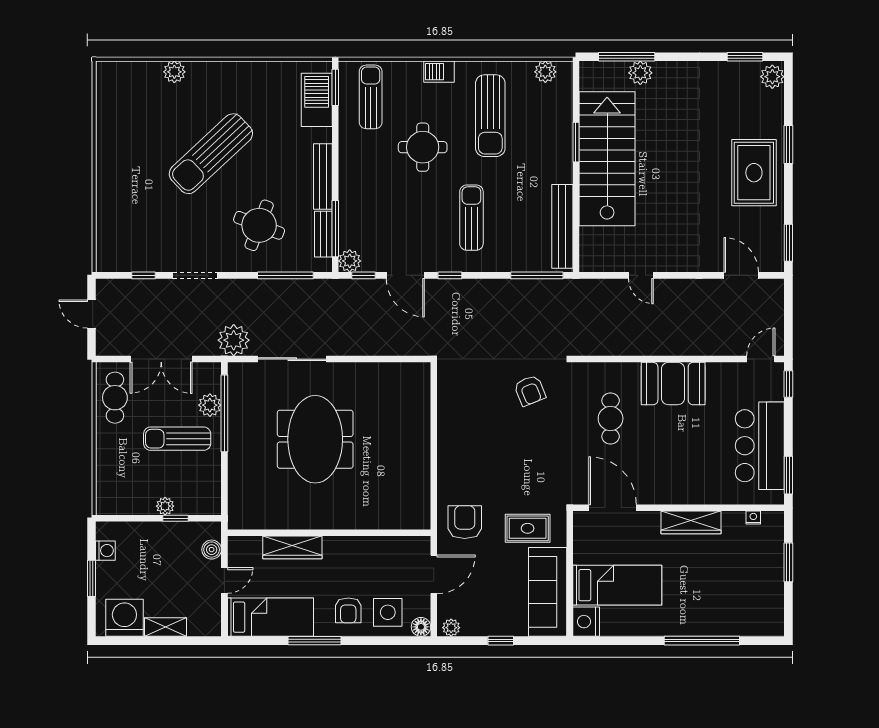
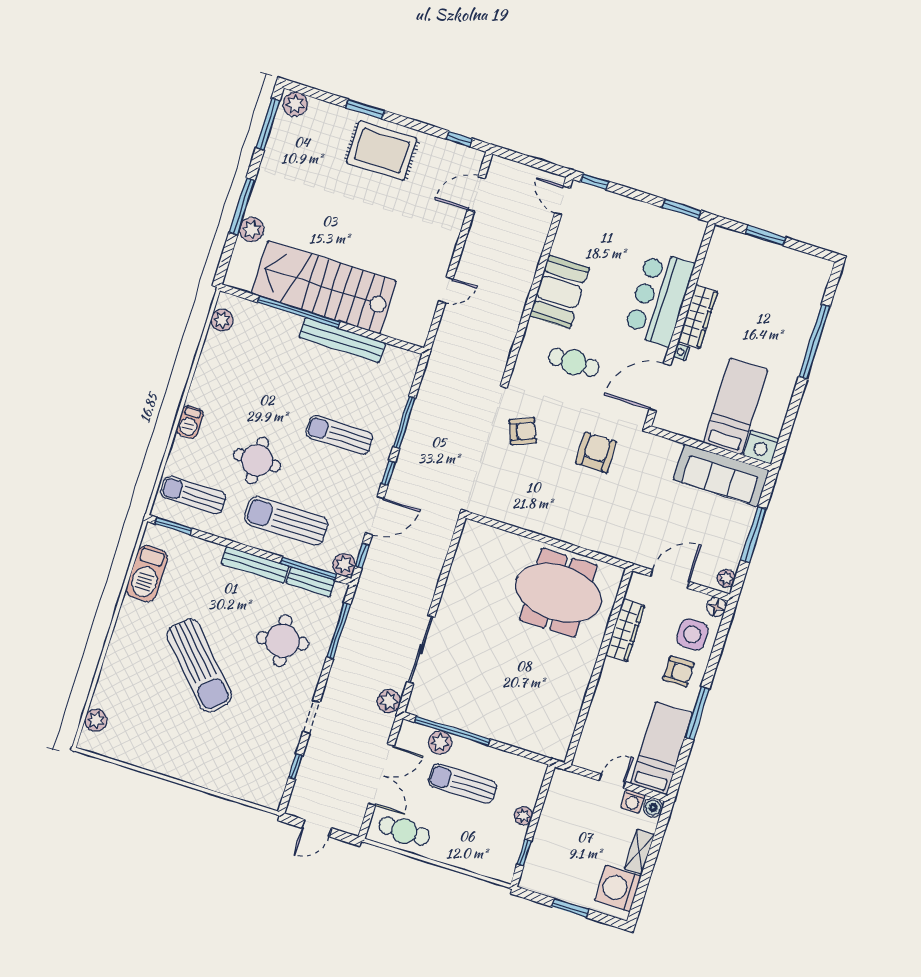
window: (627, 57) -> (242, 206), moved
window: (745, 57) -> (268, 124), width x1.44
plant: (174, 72) -> (96, 720), moved
barbecue: (317, 100) -> (147, 573), moved, turned -90
sun lounger: (490, 116) -> (286, 521), moved, turned 180
window: (576, 142) -> (299, 312), width x2.11
round table: (259, 225) -> (283, 641), turned -30
bench: (562, 226) -> (342, 340), moved
window: (788, 243) -> (459, 139), width x0.67
doorway: (195, 275) -> (311, 717), width x0.73
window: (537, 275) -> (404, 422), moved
plant: (234, 340) -> (389, 701), width x0.73, depth x0.73
sun lounger: (177, 439) -> (462, 784), turned 90
meeting table: (315, 439) -> (558, 593), moved
bar counter: (760, 446) -> (659, 298), moved, turned 90
nightstand: (753, 517) -> (681, 352), moved
window: (176, 518) -> (524, 853), moved
armchair: (465, 522) -> (596, 452), moved, turned 90
rug: (528, 528) -> (654, 475), removed
wardrobe: (292, 547) -> (625, 630), moved
boiler: (212, 550) -> (653, 808), moved
washing machine: (105, 551) -> (633, 801), moved, turned 180
door: (434, 574) -> (670, 579), hinge flipped
door: (224, 580) -> (612, 781), hinge flipped
window: (501, 641) -> (754, 535), width x2.17

